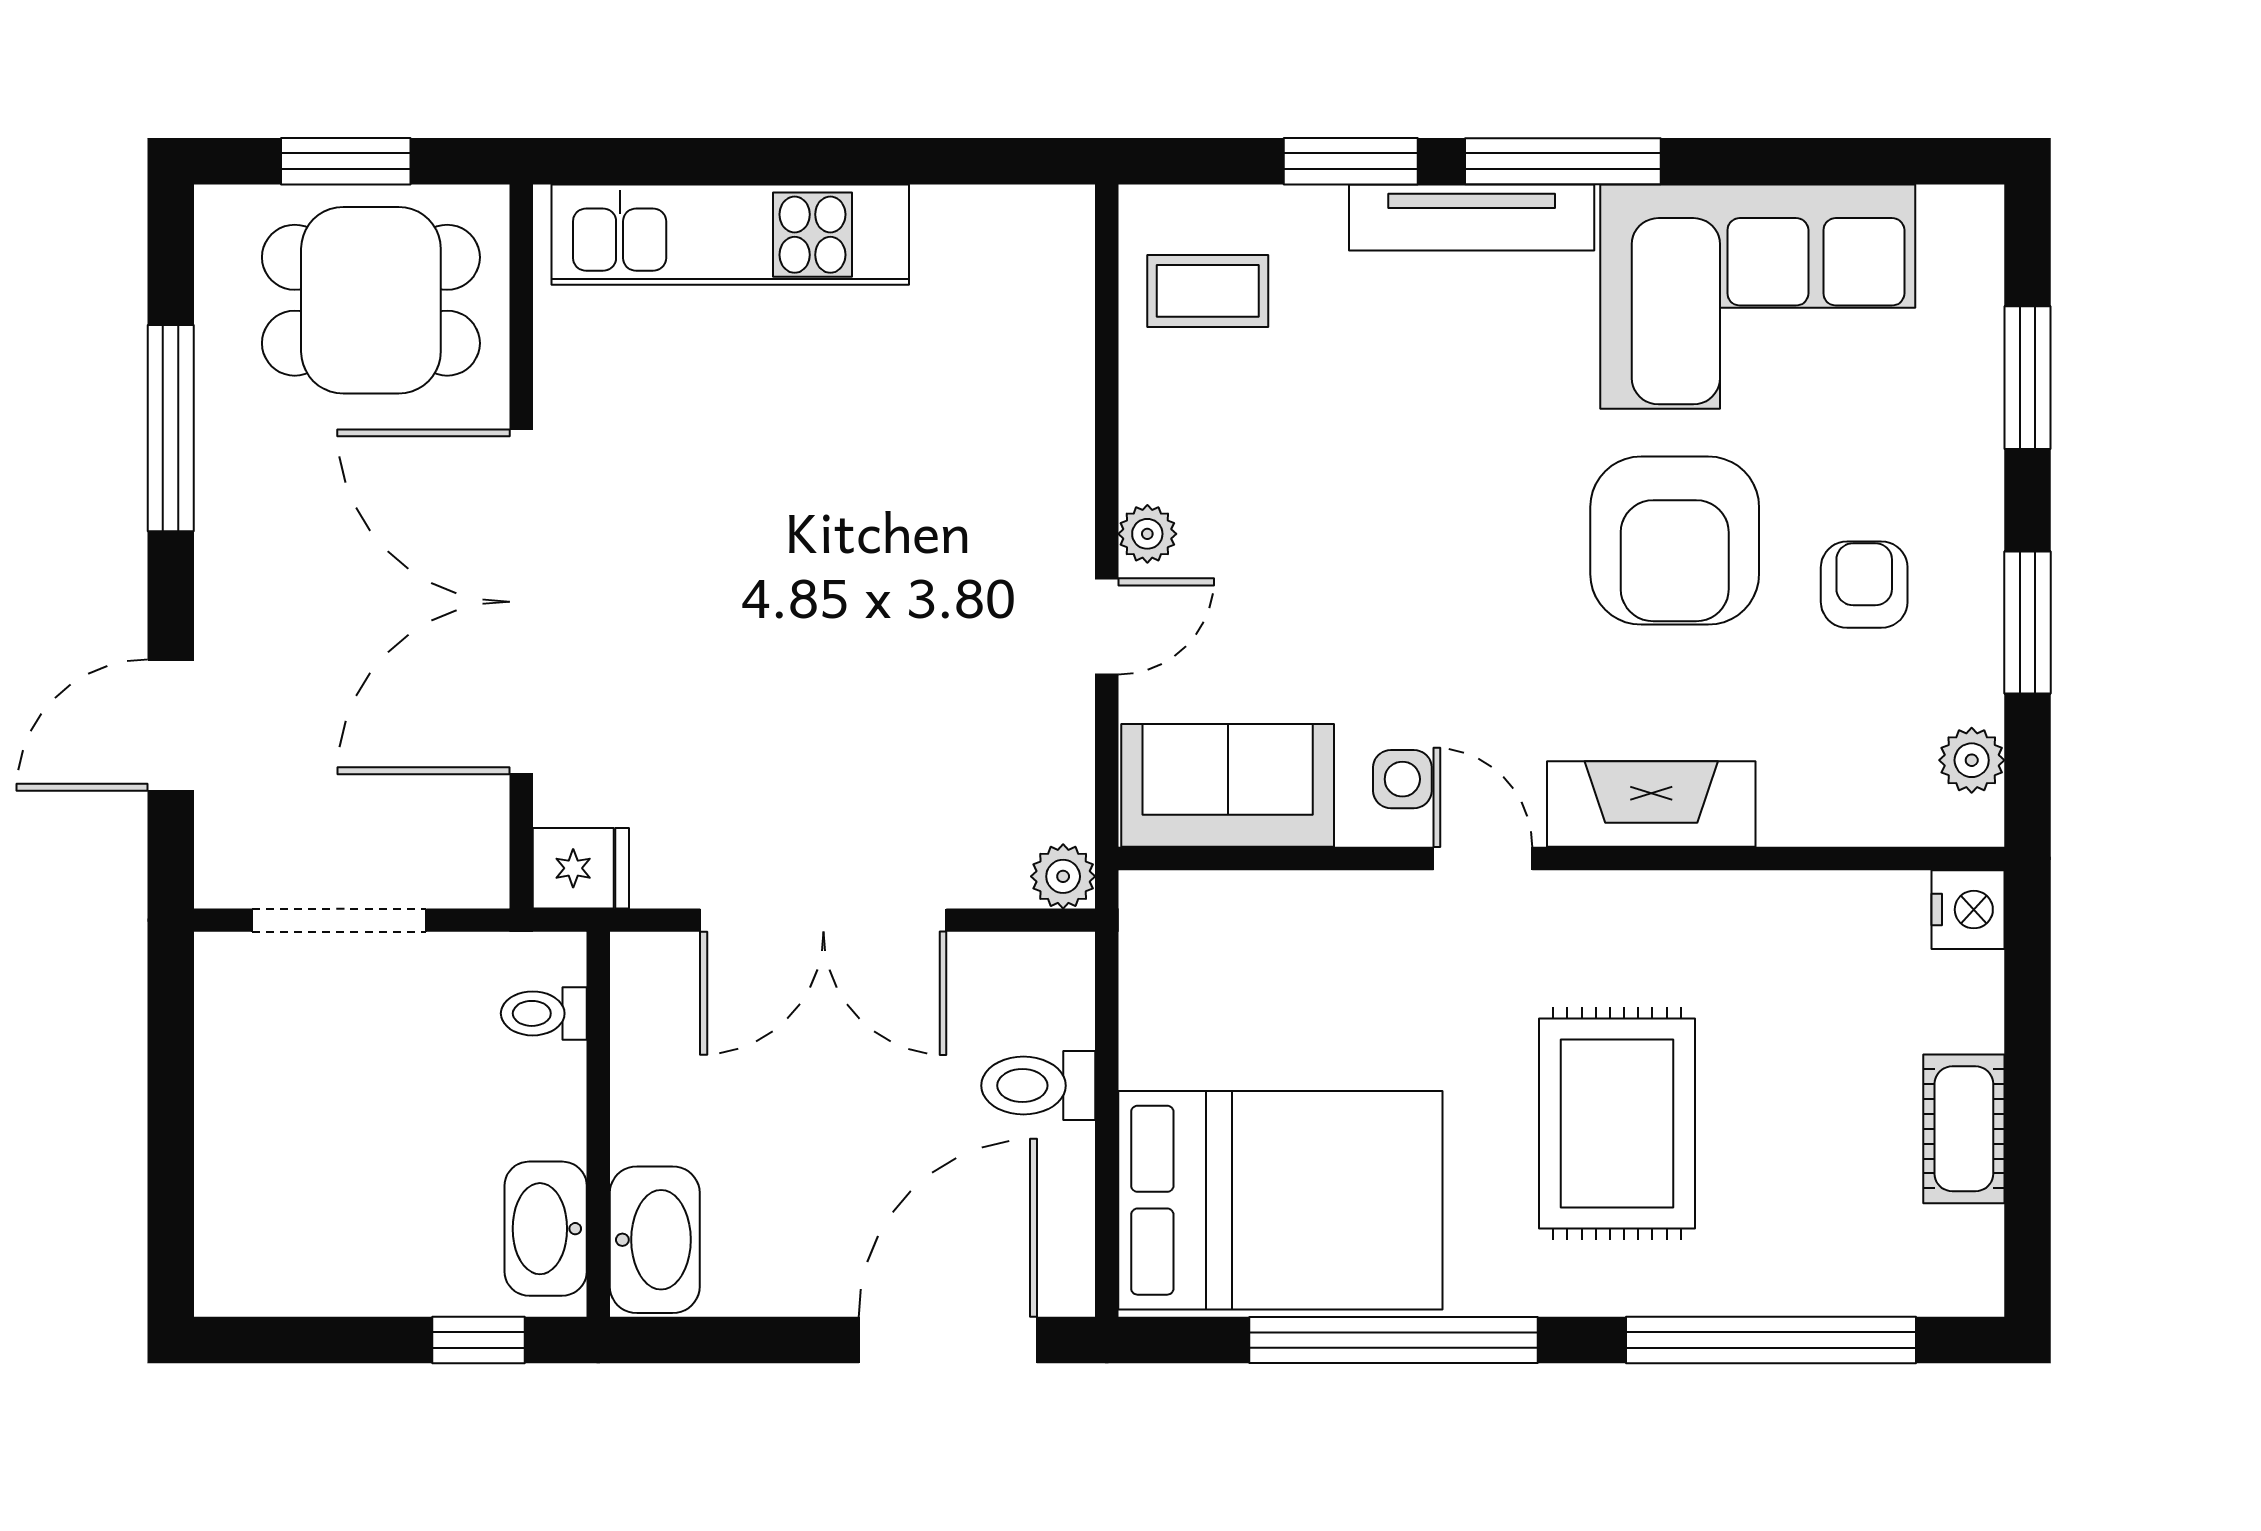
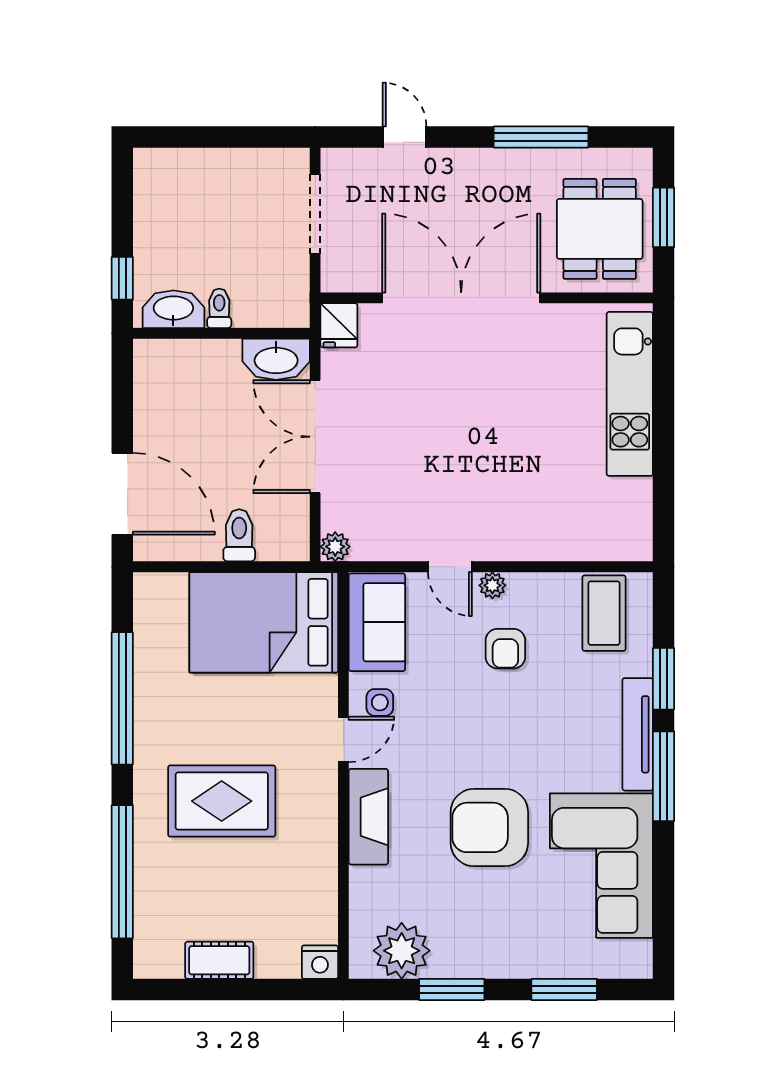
coffee table: (1208, 291) -> (604, 613), width x1.36, depth x1.30
armchair: (1864, 585) -> (505, 649), moved, turned 90
door: (171, 725) -> (405, 137), width x0.73
plant: (1972, 760) -> (402, 951), width x1.88, depth x1.88
toilet: (544, 1013) -> (219, 308), moved
bed: (1280, 1200) -> (264, 622), moved, turned 90
washbasin: (655, 1240) -> (276, 359), moved

